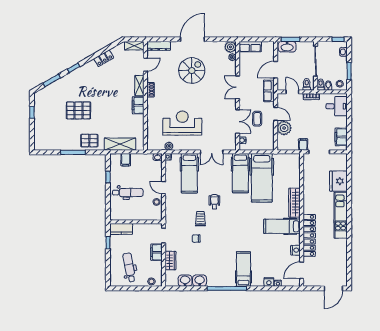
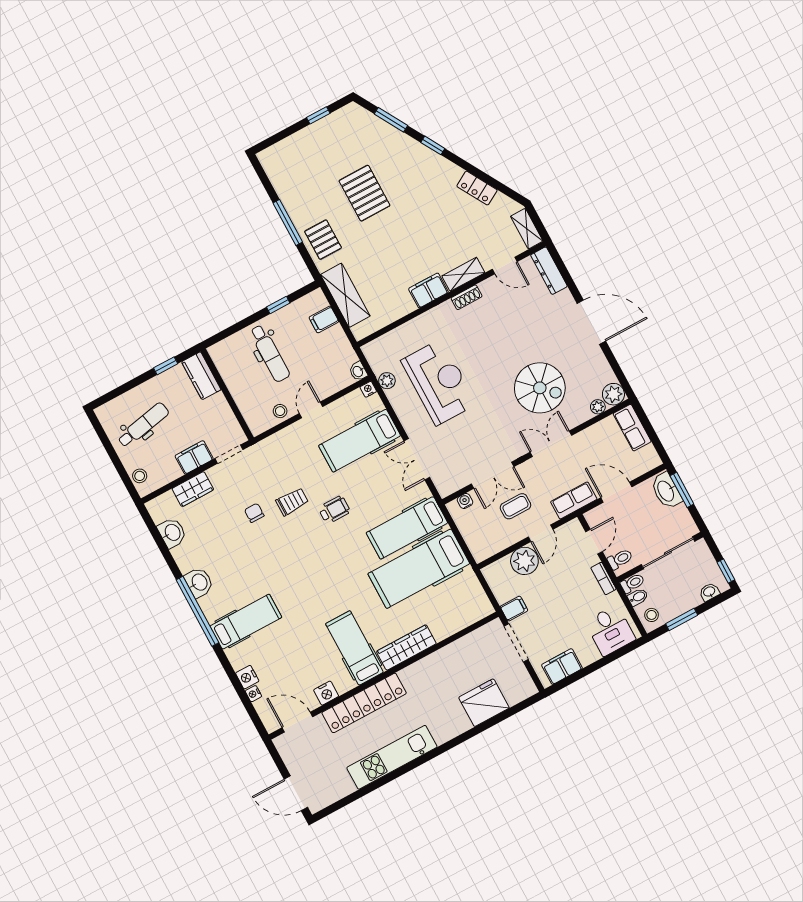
spiral stairs: (192, 71) -> (540, 388), moved
kitchen unit: (341, 215) -> (392, 757), moved
washbasin: (200, 281) -> (199, 582), moved

